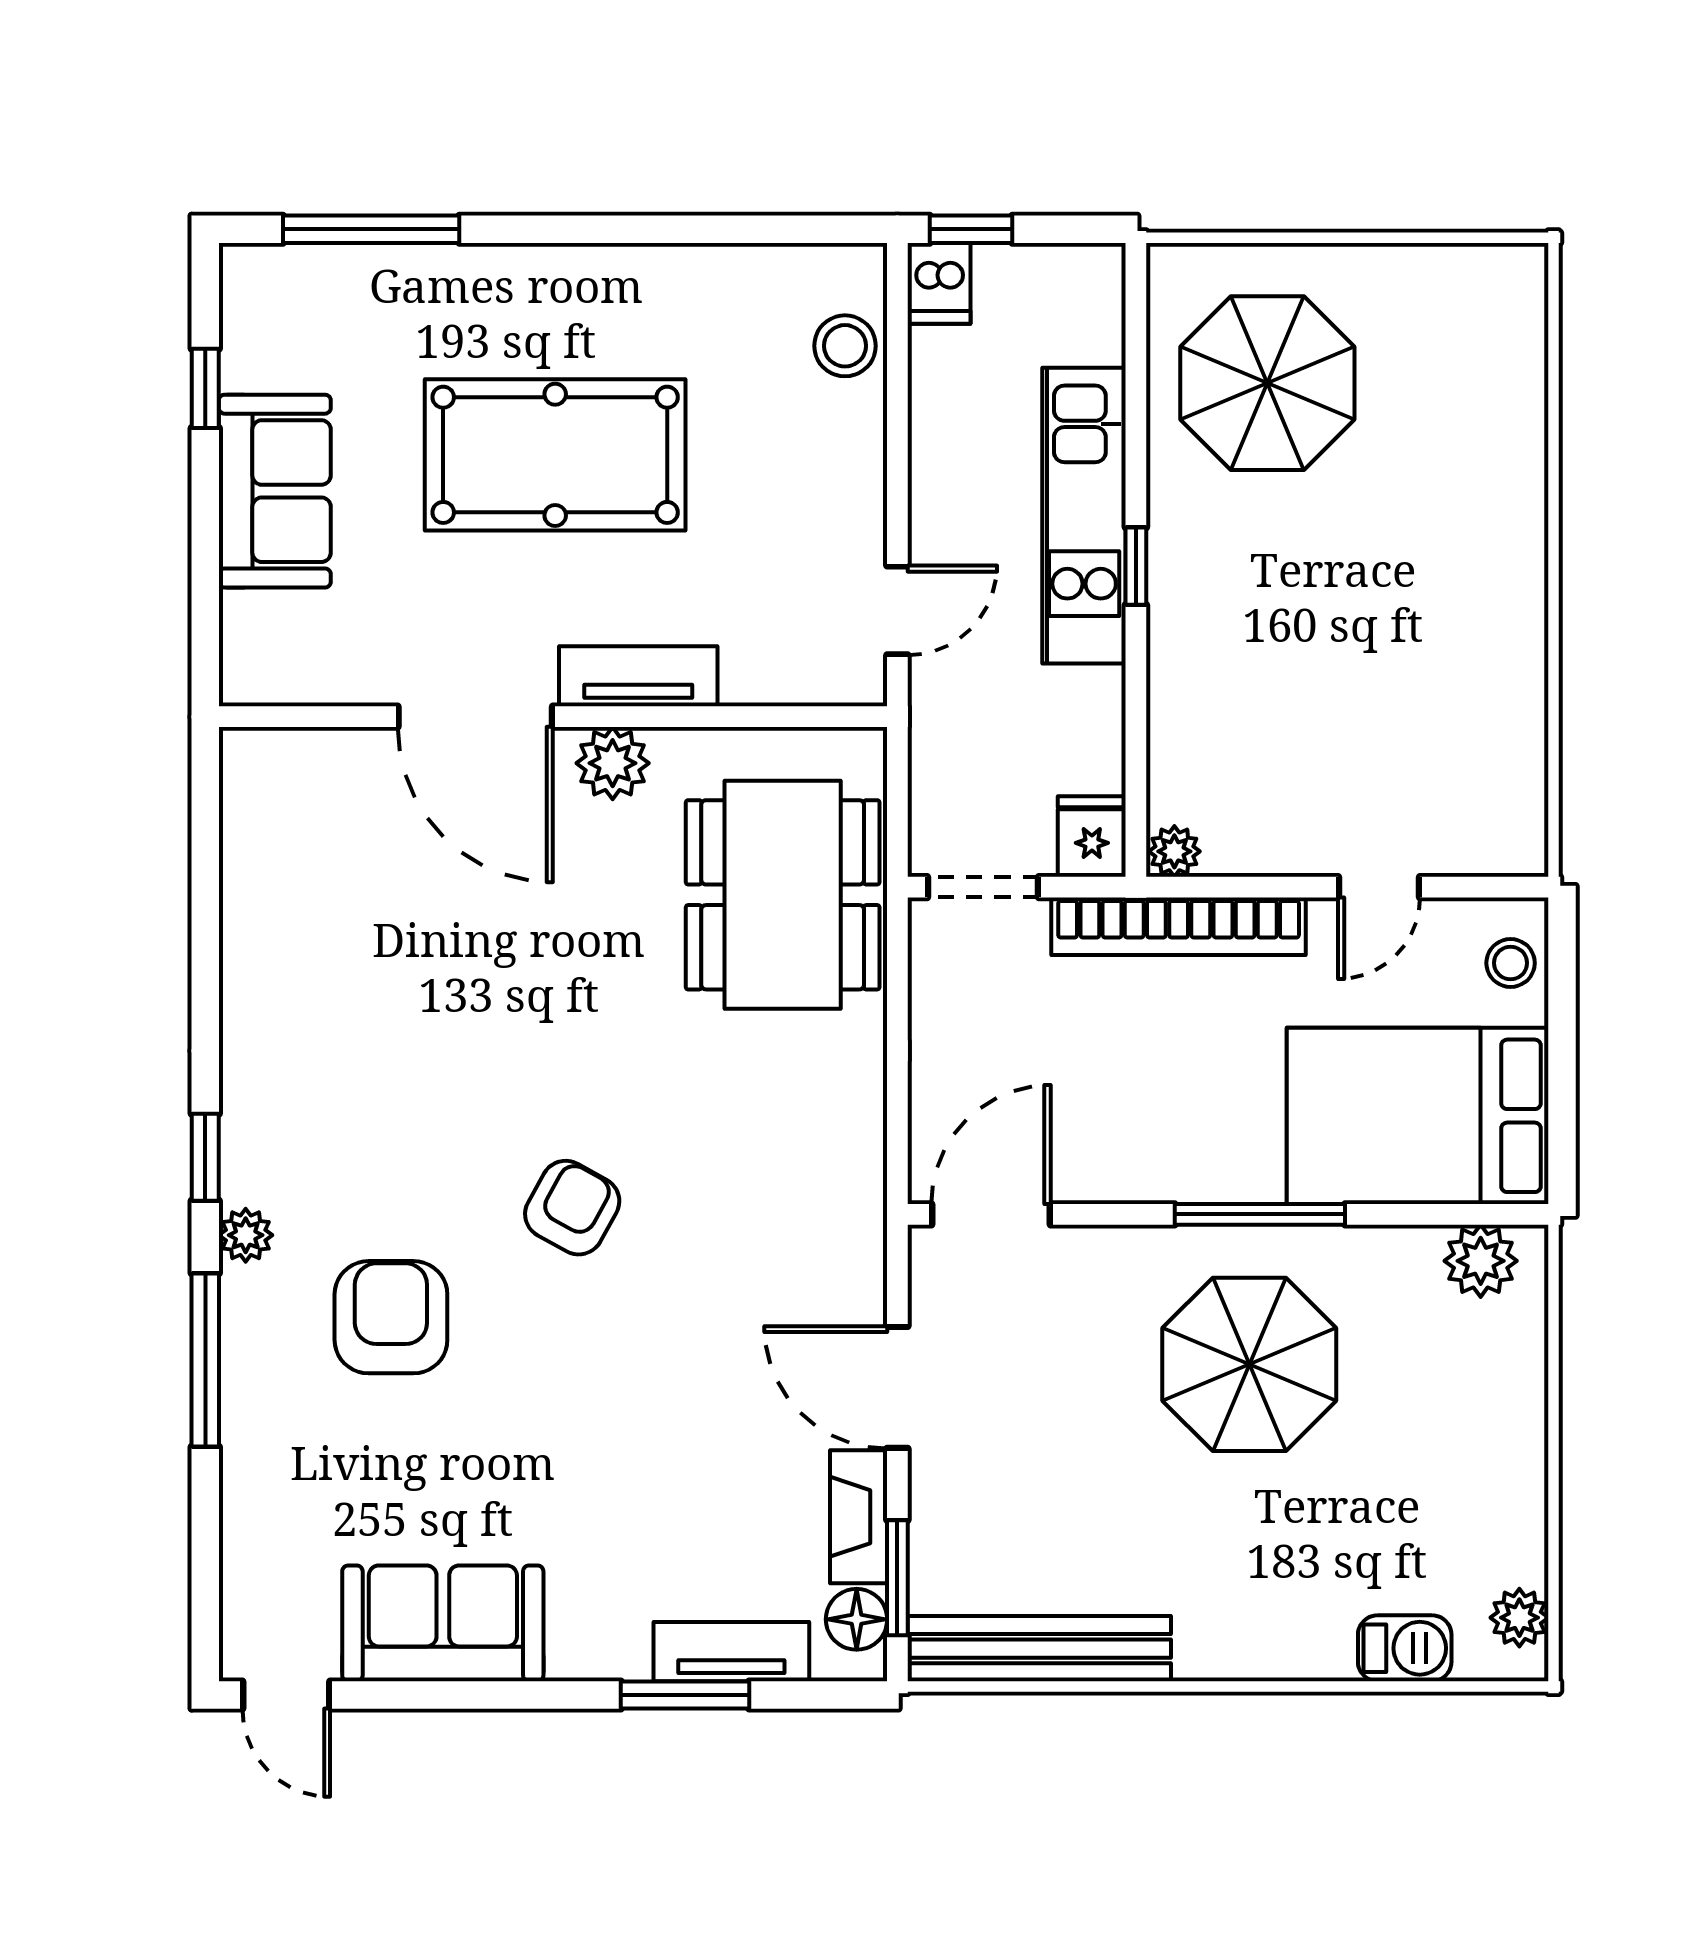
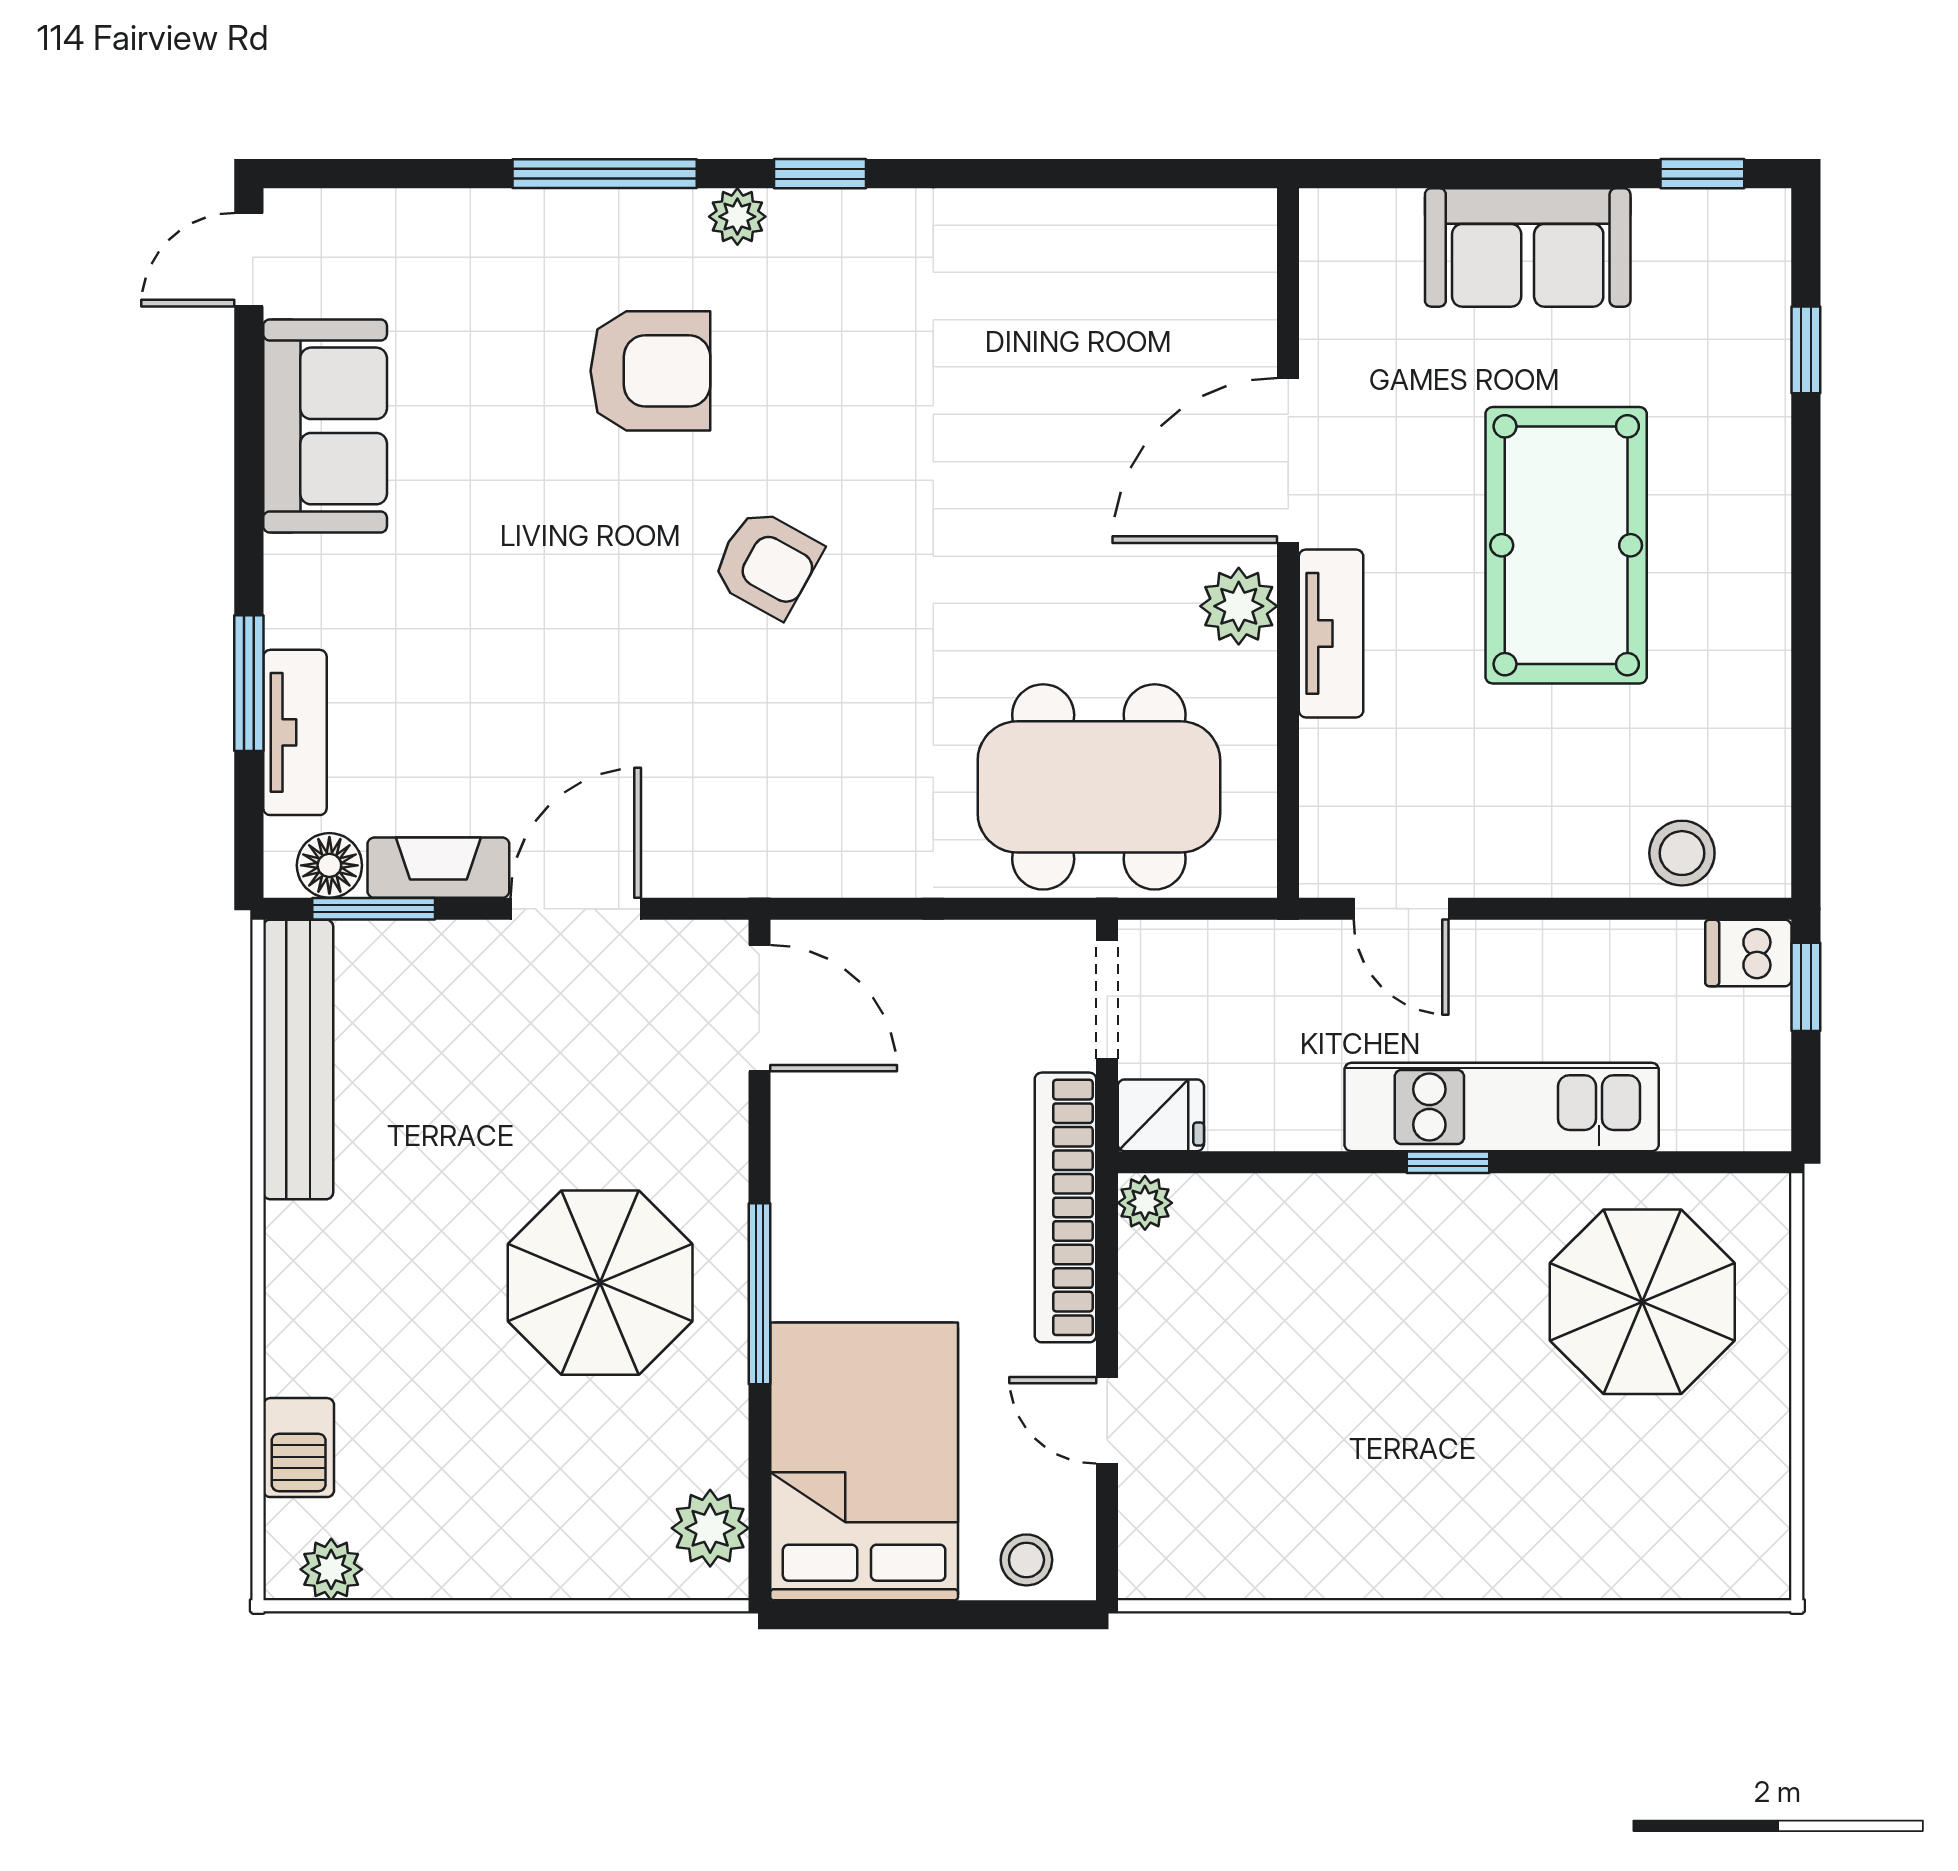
window: (371, 229) -> (1806, 350), width x0.46
window: (205, 388) -> (1702, 174), moved

